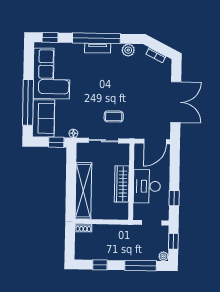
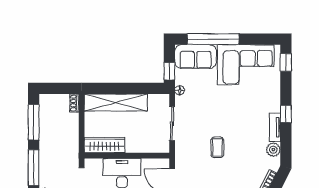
window: (96, 38) -> (286, 114), width x0.32
tv unit: (98, 48) -> (275, 127), moved
coffee table: (114, 116) -> (217, 147), moved
wardrobe: (122, 184) -> (104, 145), moved
window: (100, 265) -> (34, 122), width x2.17

